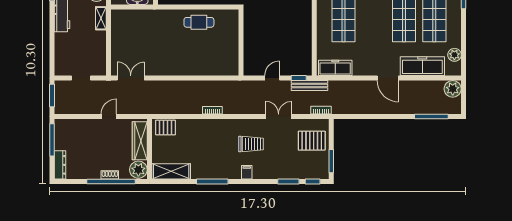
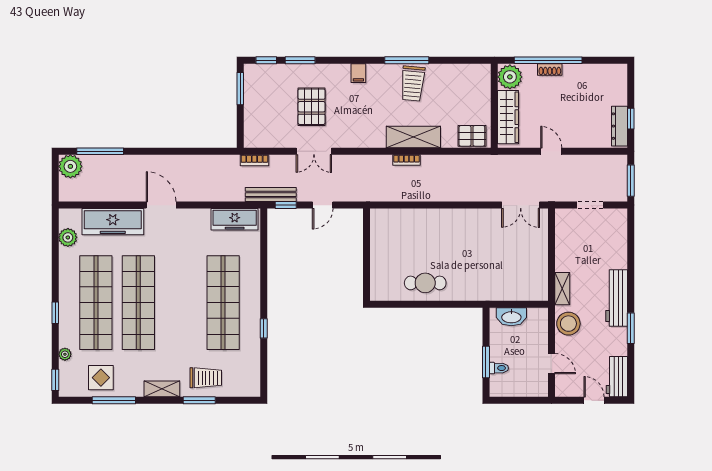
plant: (453, 89) -> (70, 166), moved
door: (109, 117) -> (551, 151), swing flipped
window: (52, 140) -> (631, 119), width x0.46
pallet: (312, 141) -> (312, 107), moved, turned 90
trolley: (251, 144) -> (413, 83), moved, turned -85
dresser: (60, 165) -> (619, 126), moved
shelving: (171, 171) -> (413, 137), moved

